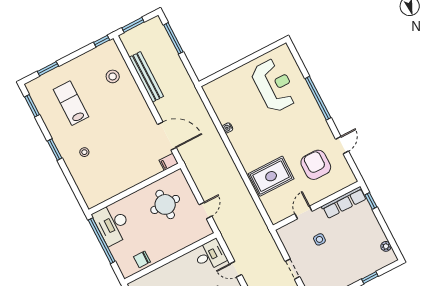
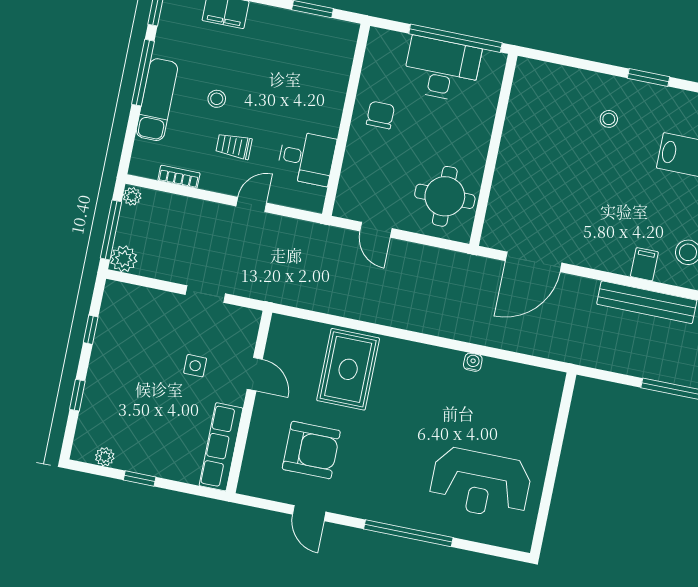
filing cabinet: (169, 162) -> (644, 264), moved
window: (371, 201) -> (140, 479), moved
round table: (165, 204) -> (445, 196), moved
desk: (112, 224) -> (442, 69), moved
desk: (210, 255) -> (306, 158), moved, turned -90
chair: (142, 259) -> (380, 115), moved
doorway: (292, 269) -> (205, 294), moved

